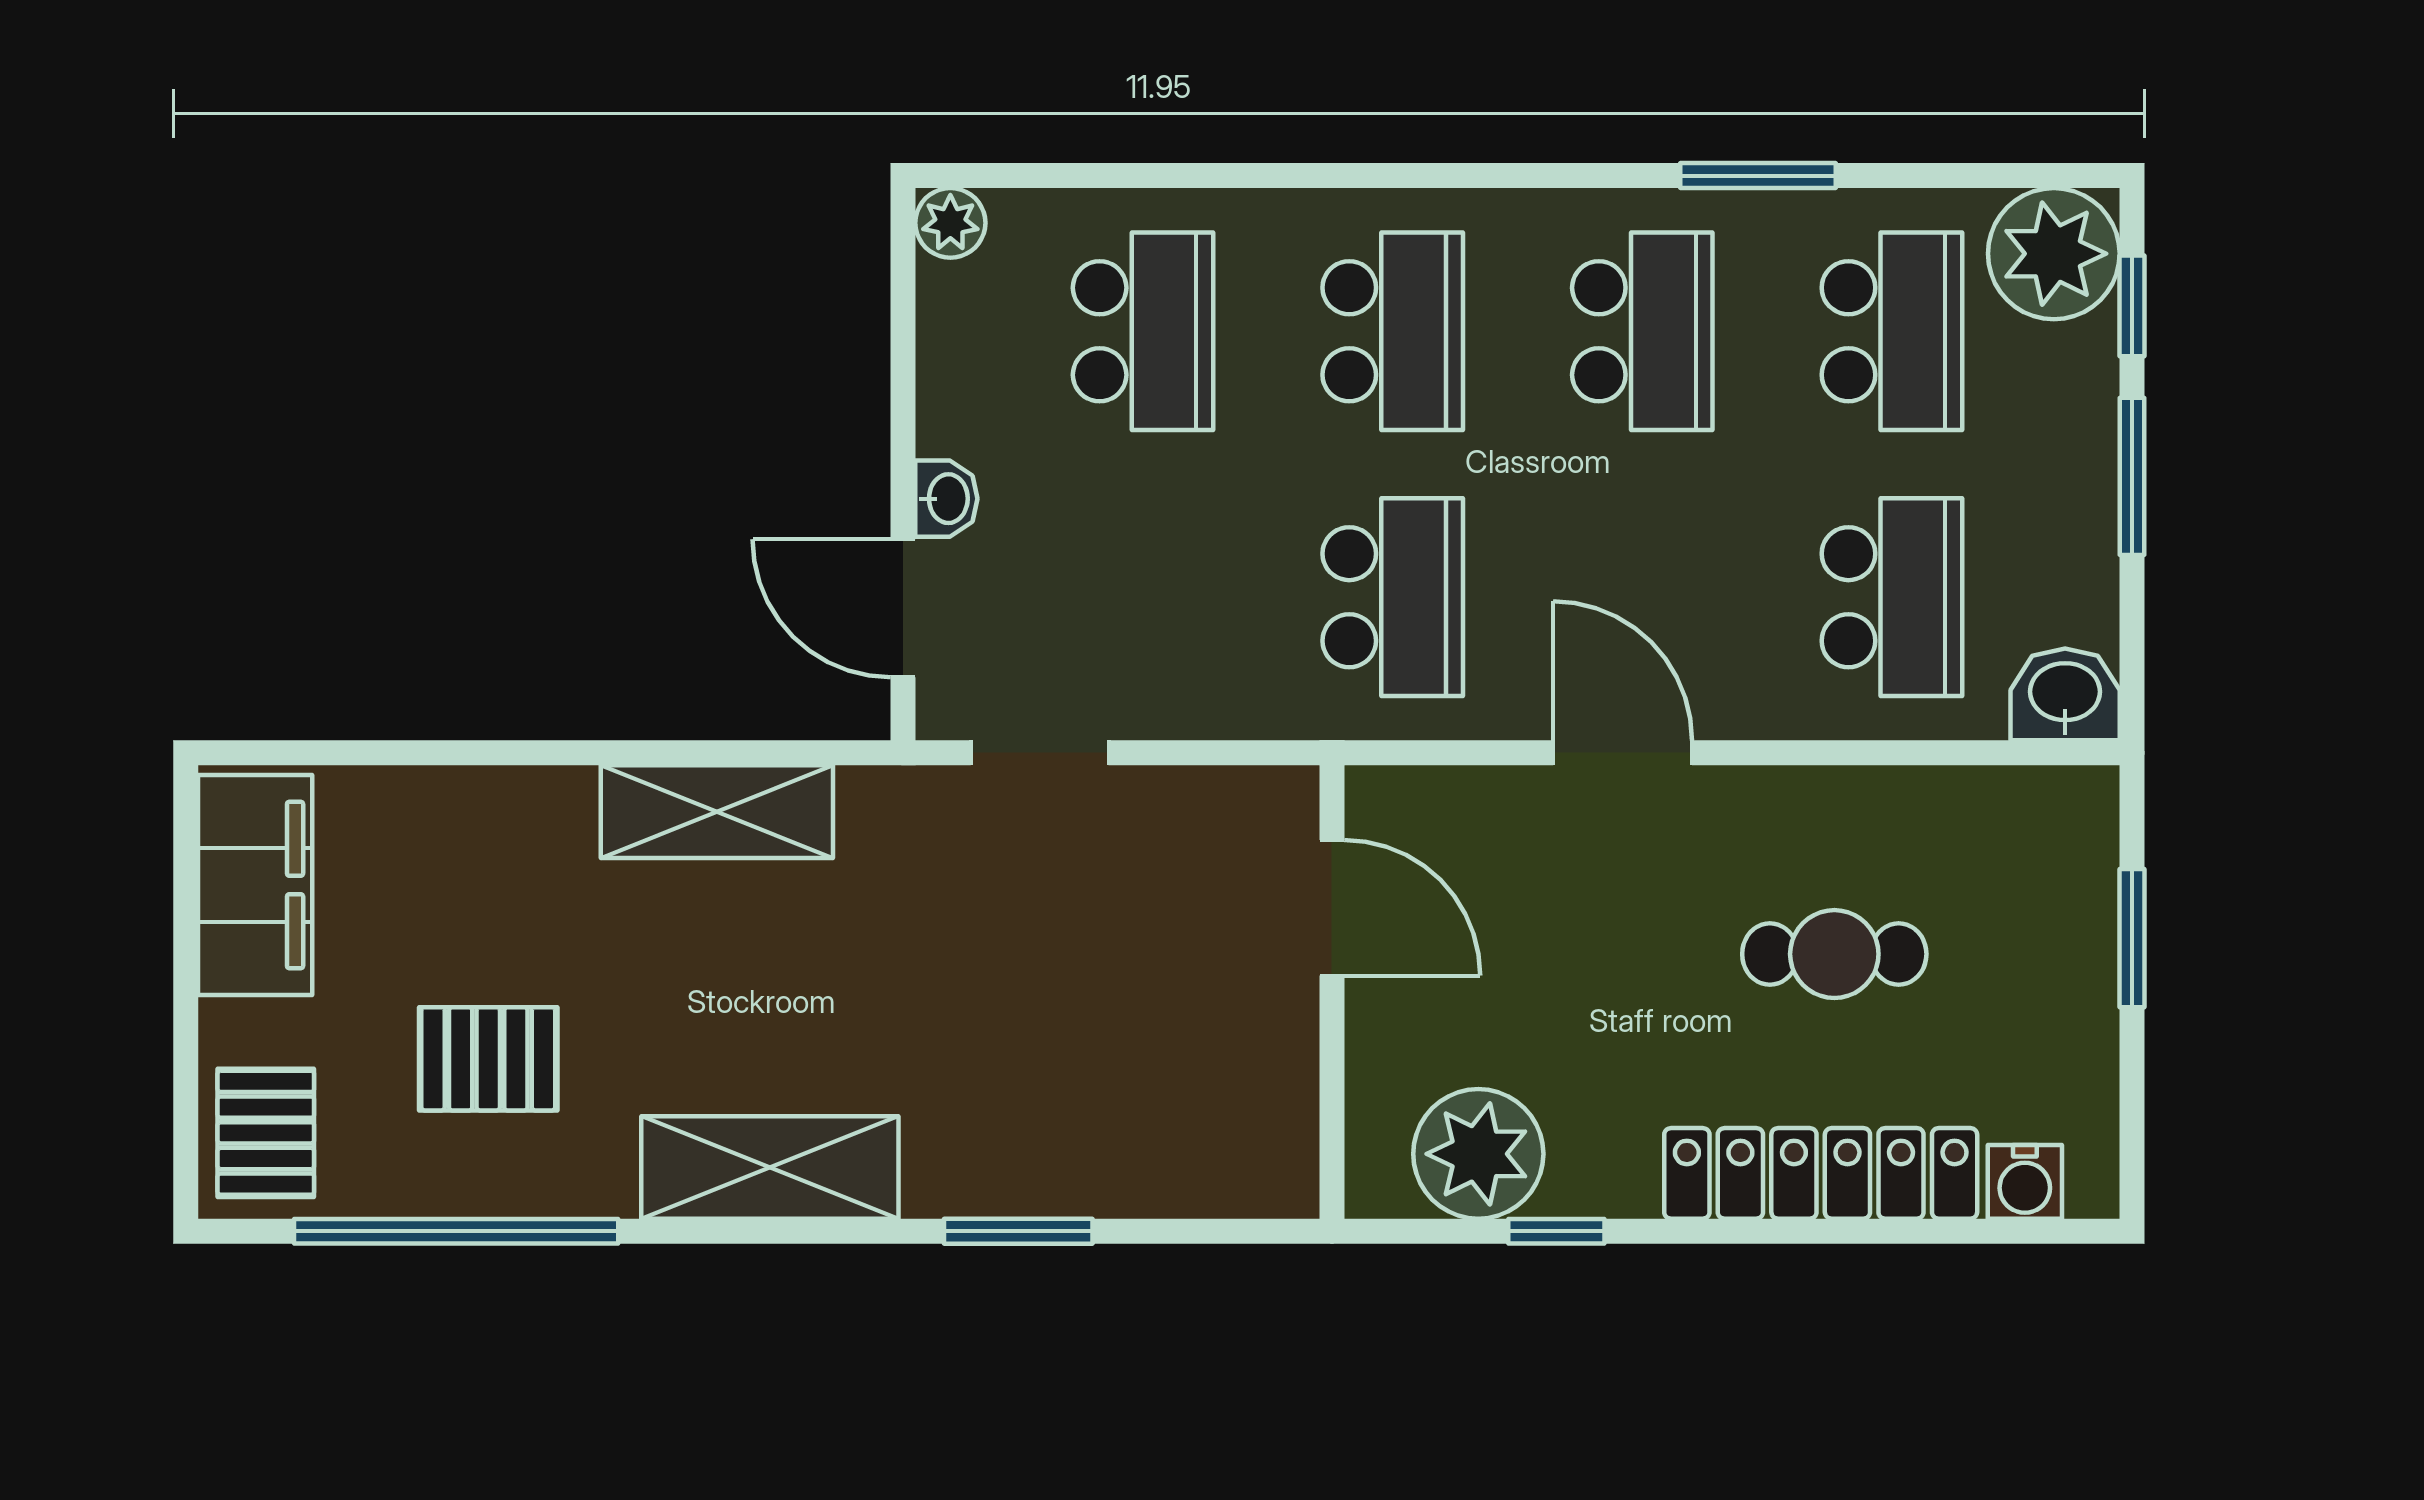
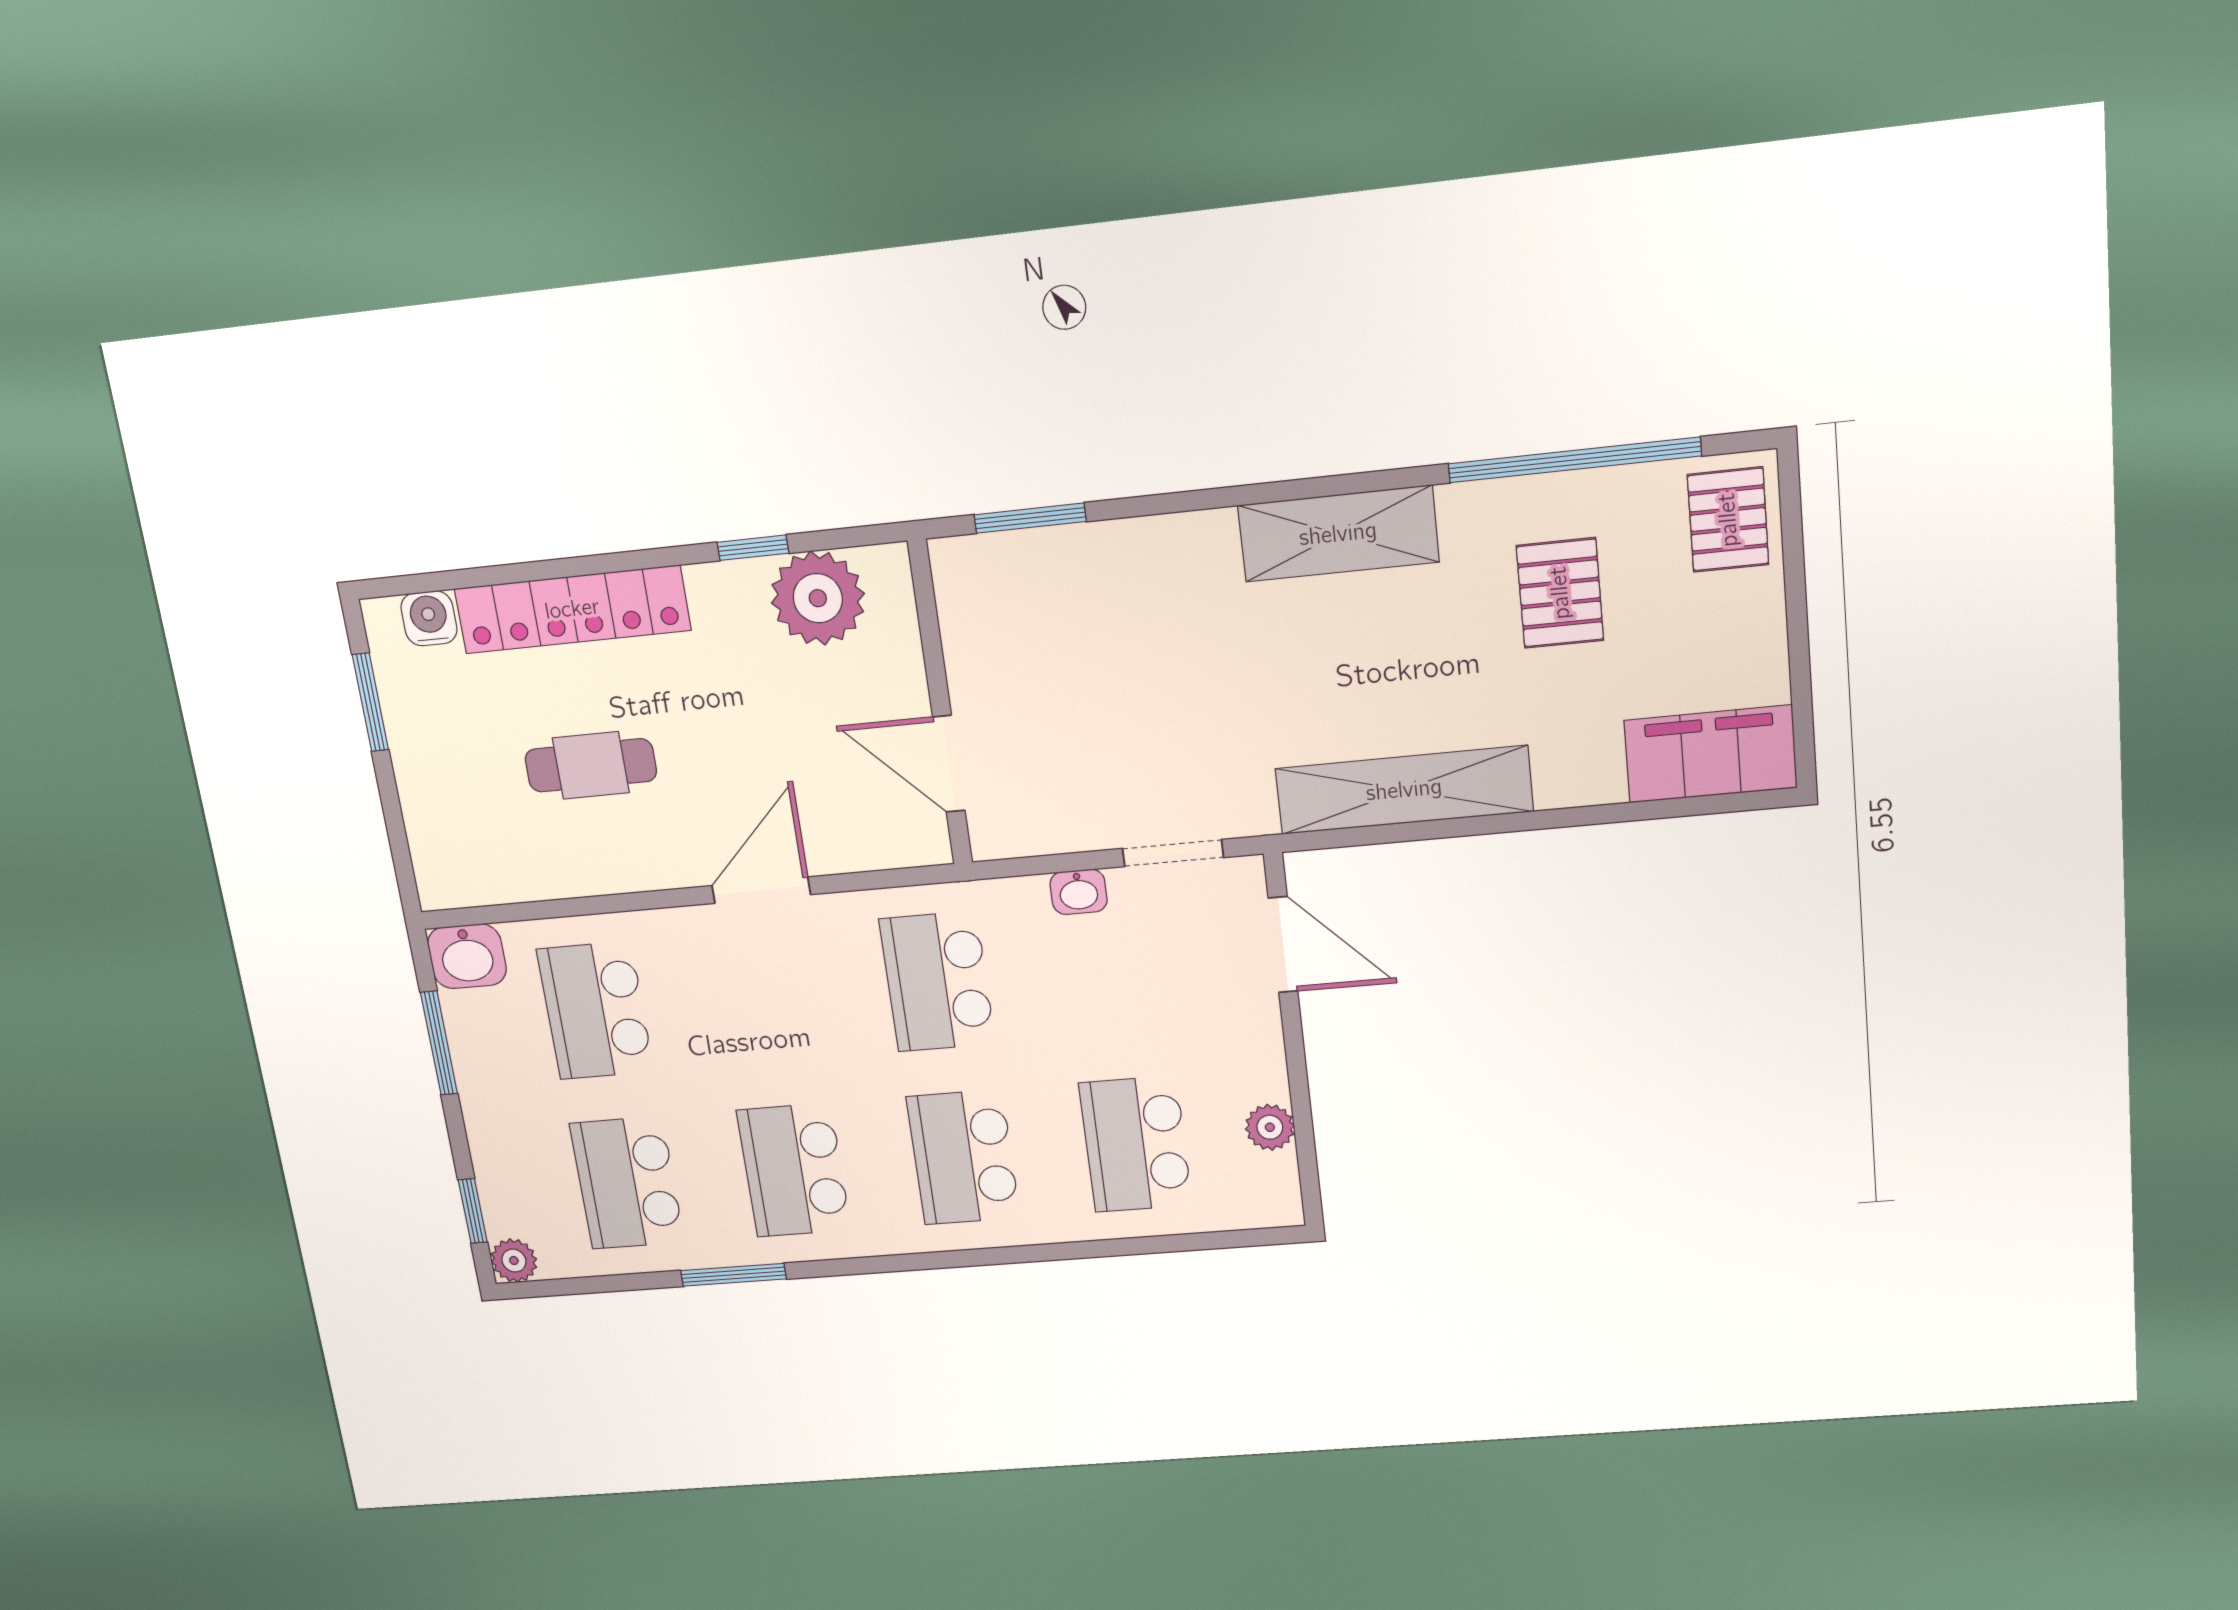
plant: (950, 223) -> (1270, 1127), moved
plant: (2054, 254) -> (514, 1261), width x0.53, depth x0.53
window: (2132, 476) -> (439, 1043), moved
washbasin: (946, 499) -> (1079, 892), moved, turned -90
door: (1623, 753) -> (761, 890), swing flipped
shelving: (717, 812) -> (1404, 790), width x1.47
filing cabinet: (255, 885) -> (1710, 754), moved, turned 90
window: (2132, 938) -> (370, 702), moved
pallet: (488, 1059) -> (1560, 593), turned 90
window: (1018, 1231) -> (1030, 518), moved

